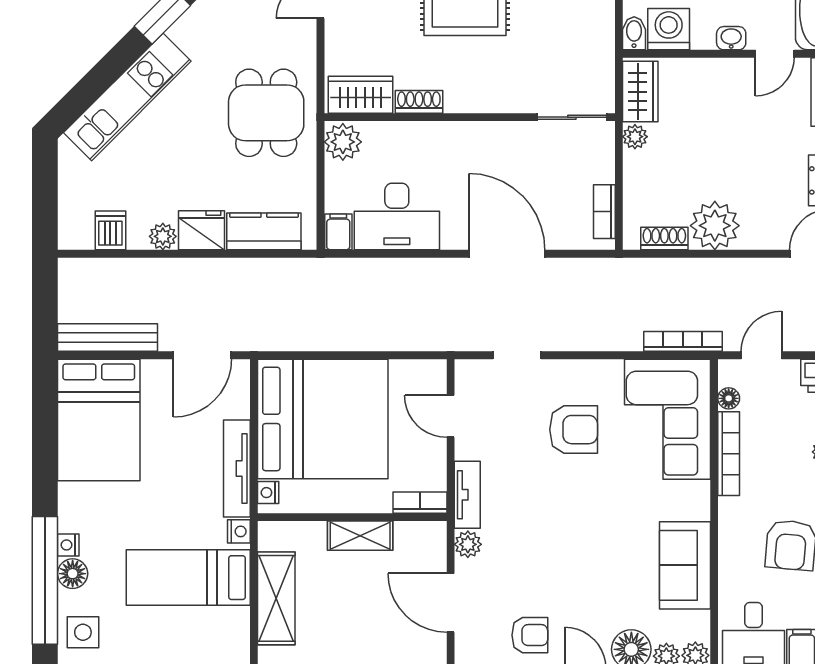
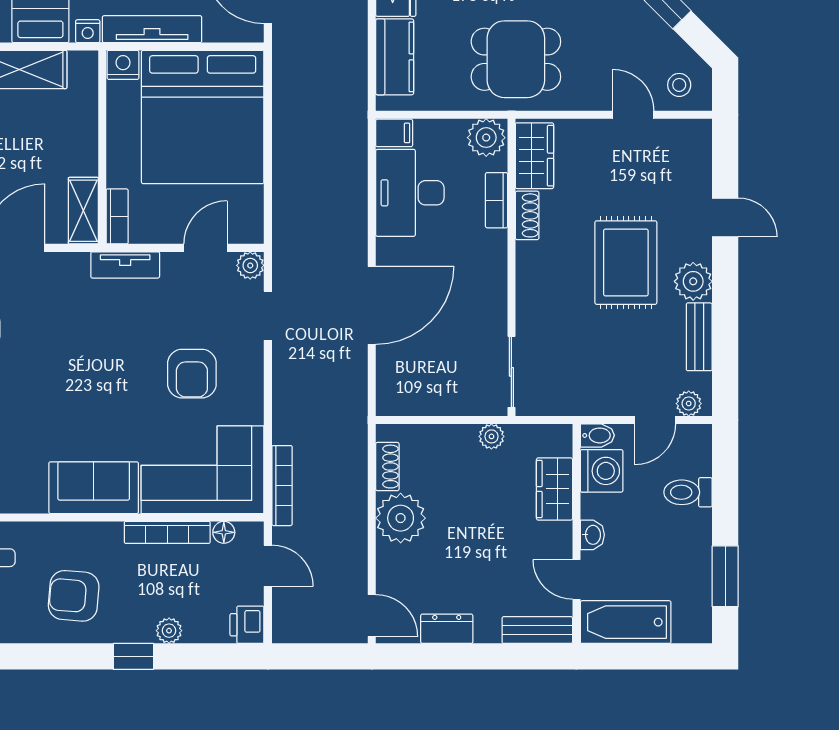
wardrobe: (640, 92) -> (554, 489), moved, turned 90
bookcase: (604, 212) -> (497, 200), moved, turned -90
nightstand: (268, 493) -> (123, 65), width x1.39, depth x1.35
shelving: (360, 536) -> (83, 211), moved
plant: (468, 544) -> (250, 265), moved
sofa: (685, 565) -> (94, 488), moved

